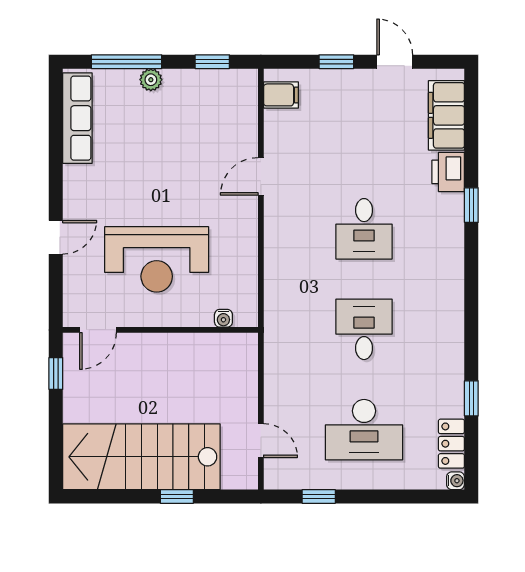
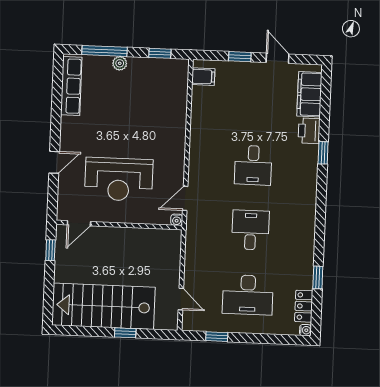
door: (261, 176) -> (185, 198), moved
water cooler: (223, 318) -> (177, 220), moved

